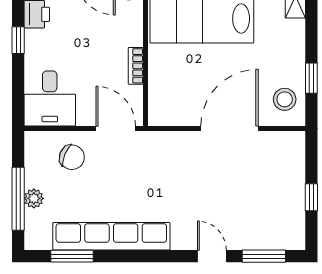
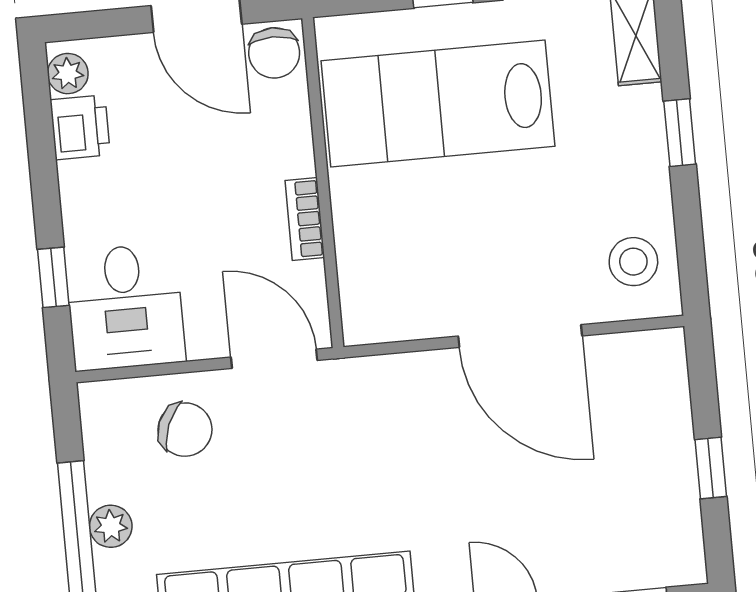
window: (18, 40) -> (53, 277), moved
window: (311, 78) -> (680, 133), moved
door: (230, 129) -> (520, 336), swing flipped

